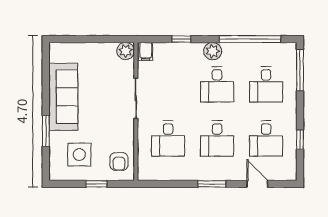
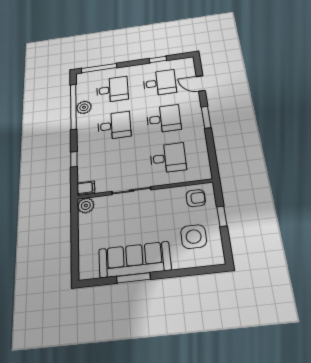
plant: (213, 51) -> (84, 107), moved
window: (46, 131) -> (133, 278), moved
door: (257, 184) -> (201, 83), hinge flipped

